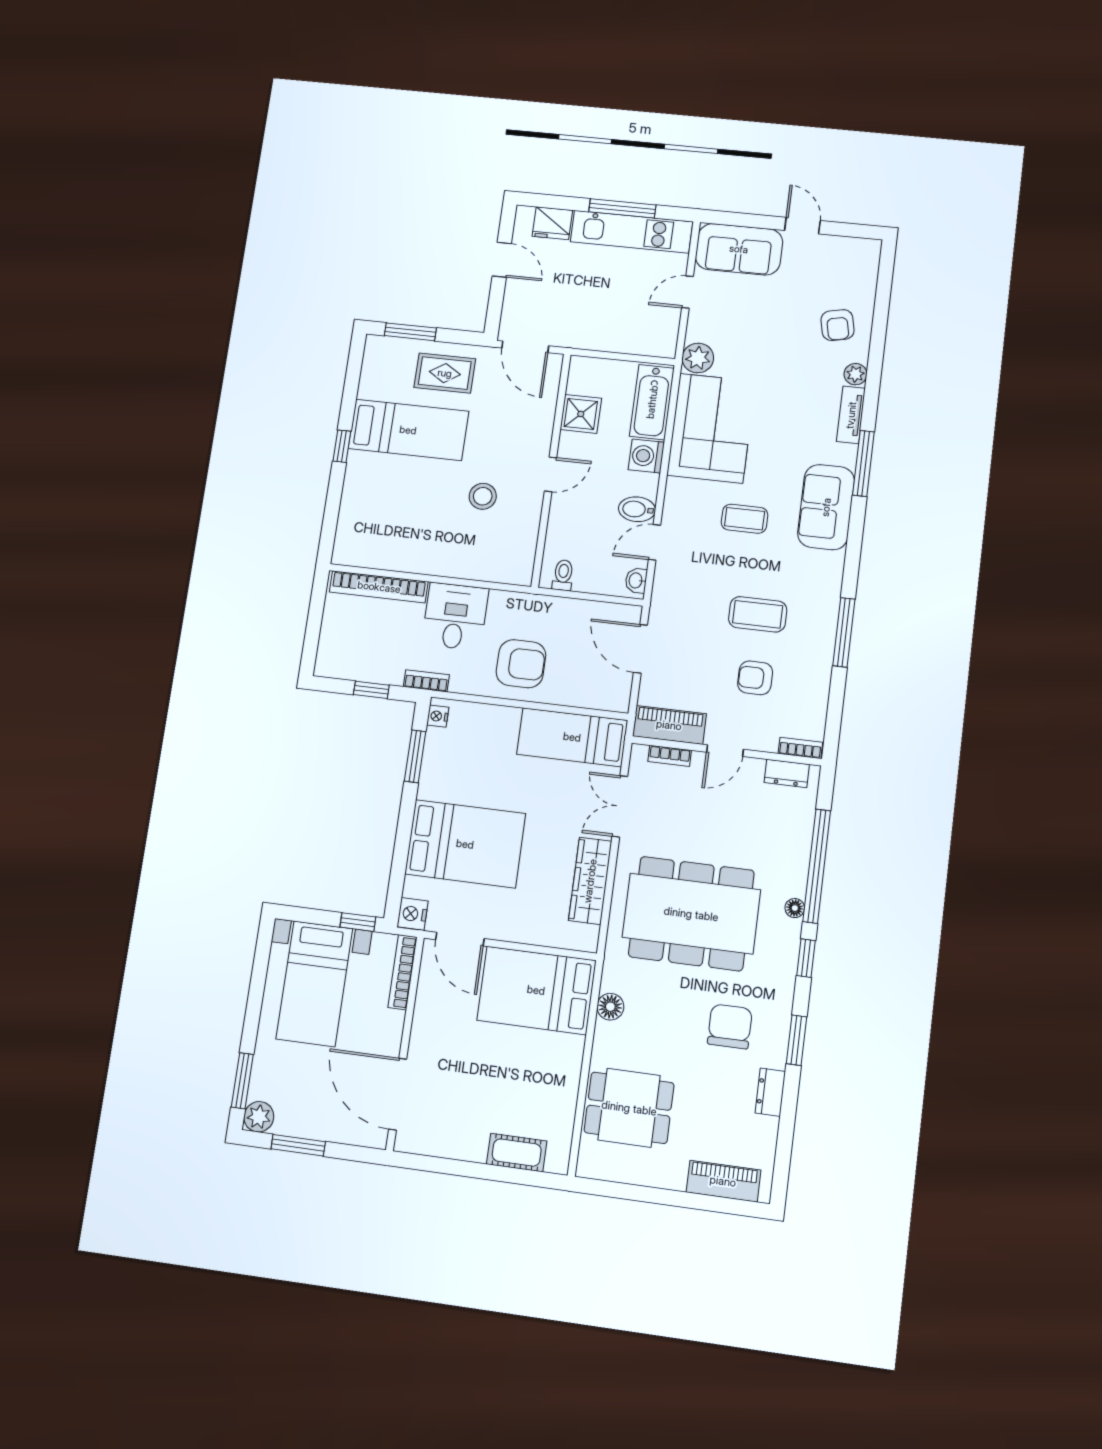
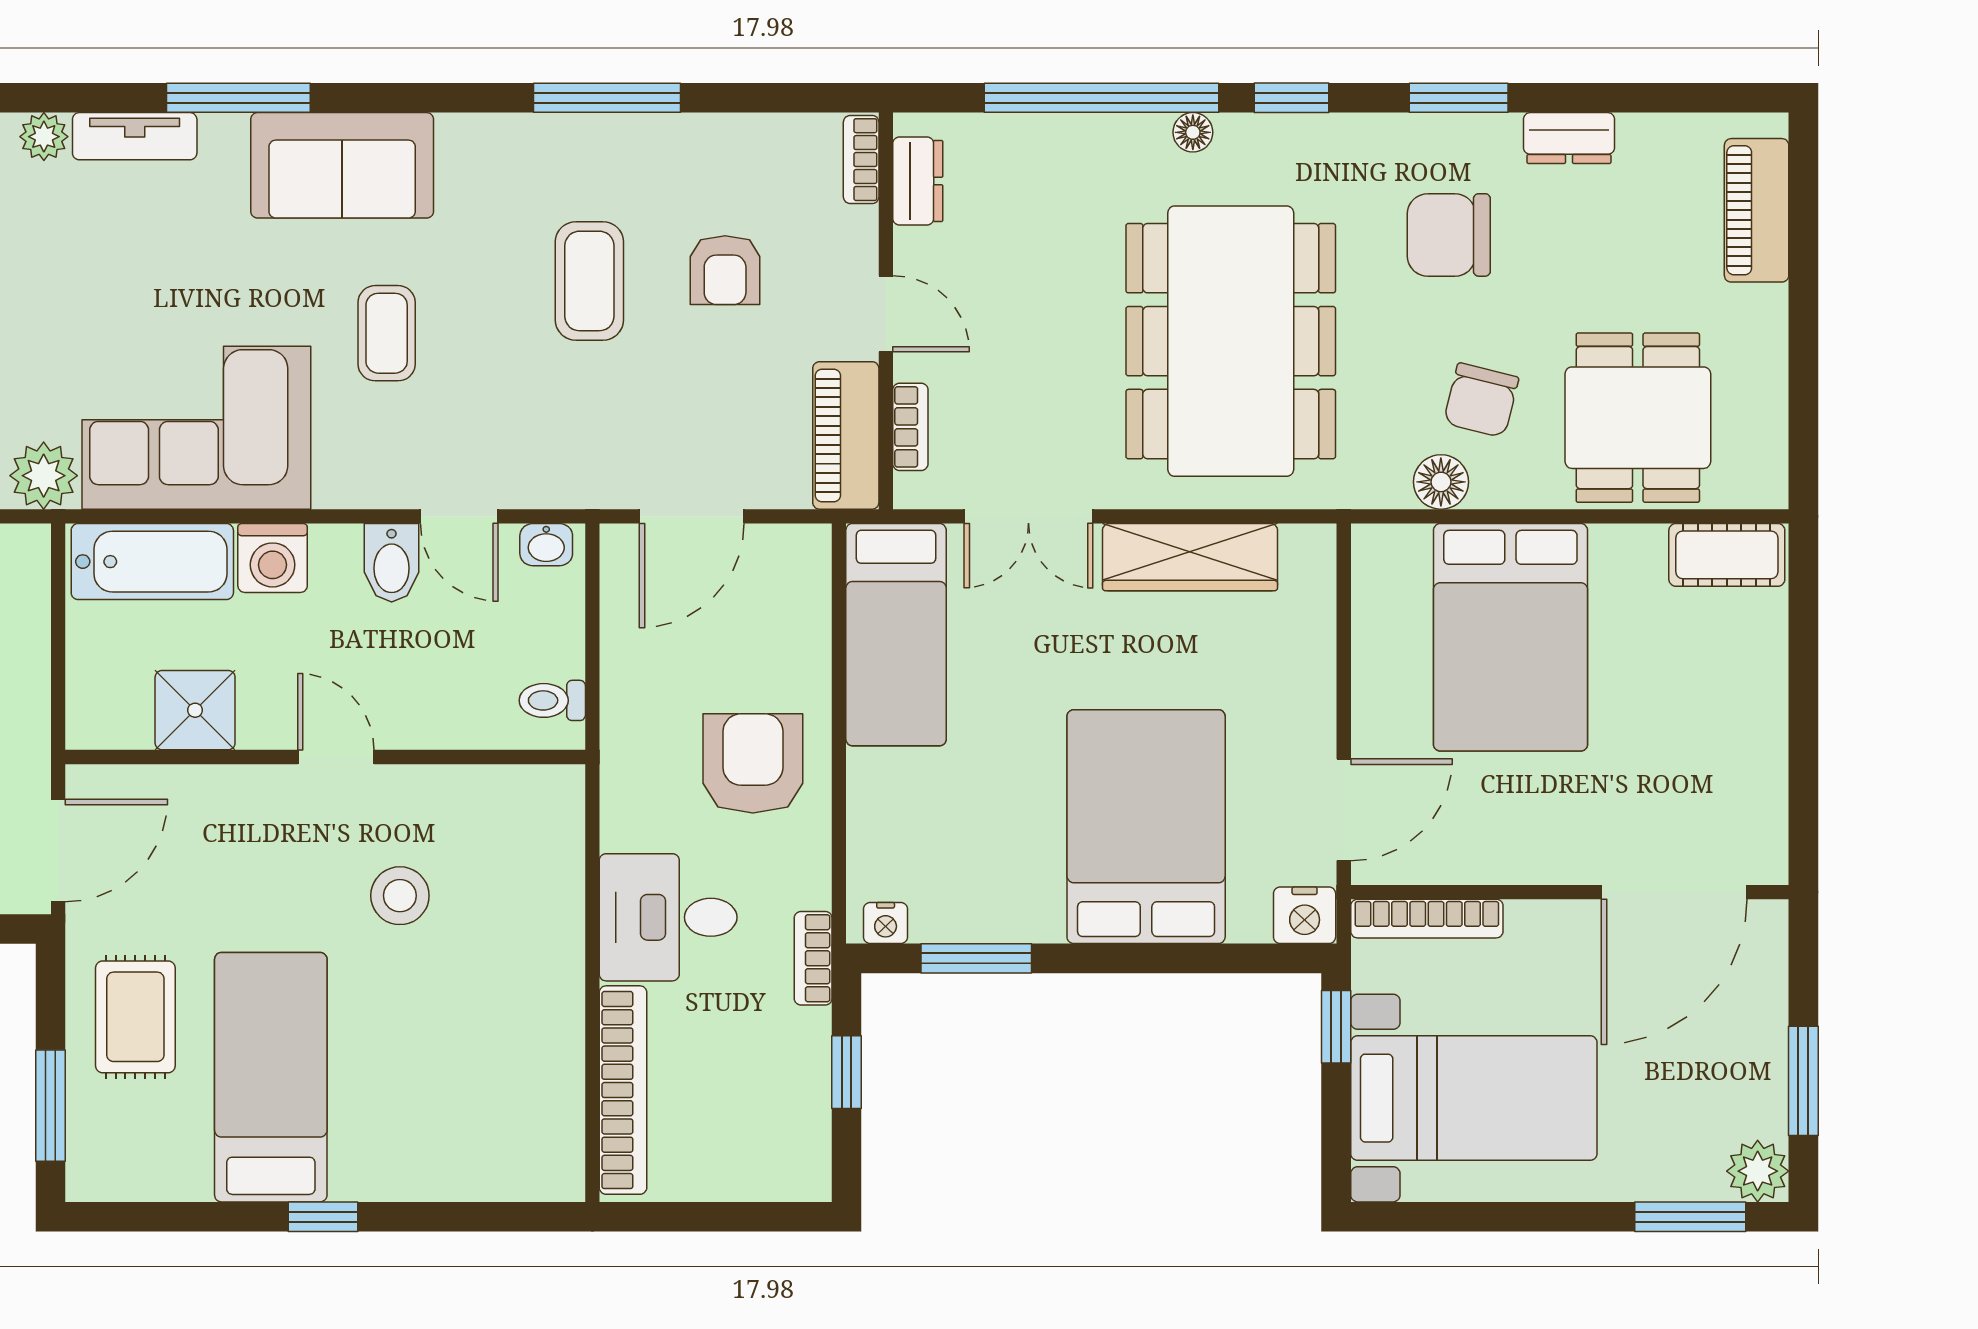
bed: (536, 990) -> (1510, 637), moved
chair: (647, 1032) -> (1481, 400), added
cot: (517, 1153) -> (1727, 555), moved, turned 90

